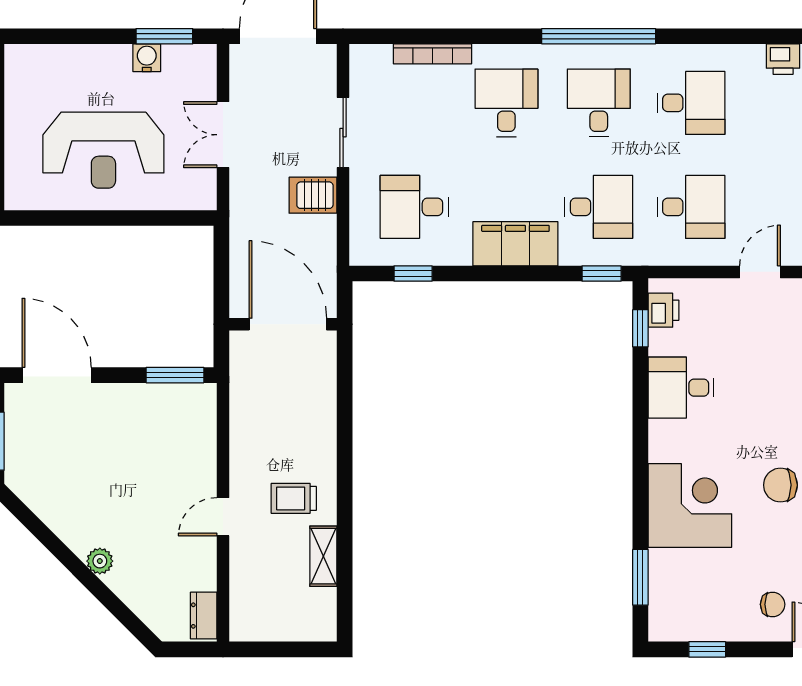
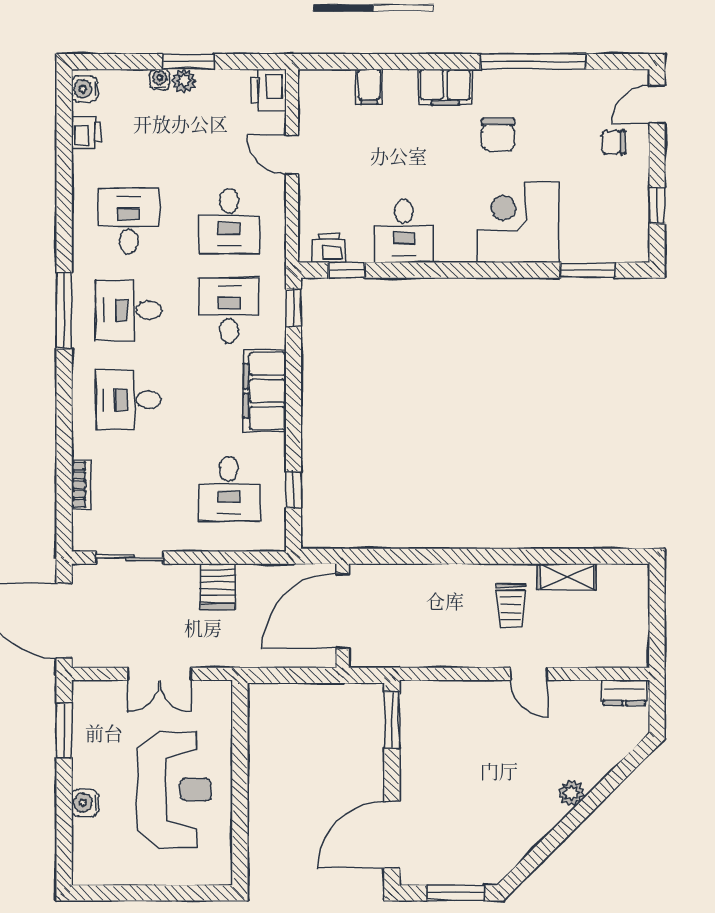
window: (599, 36) -> (64, 311), width x0.68
bookcase: (432, 54) -> (81, 485), width x0.64
water cooler: (147, 58) -> (85, 803), moved
sliding door: (343, 133) -> (130, 558), moved
desk: (691, 207) -> (229, 221), turned 180
chair: (773, 604) -> (614, 142), turned -90

